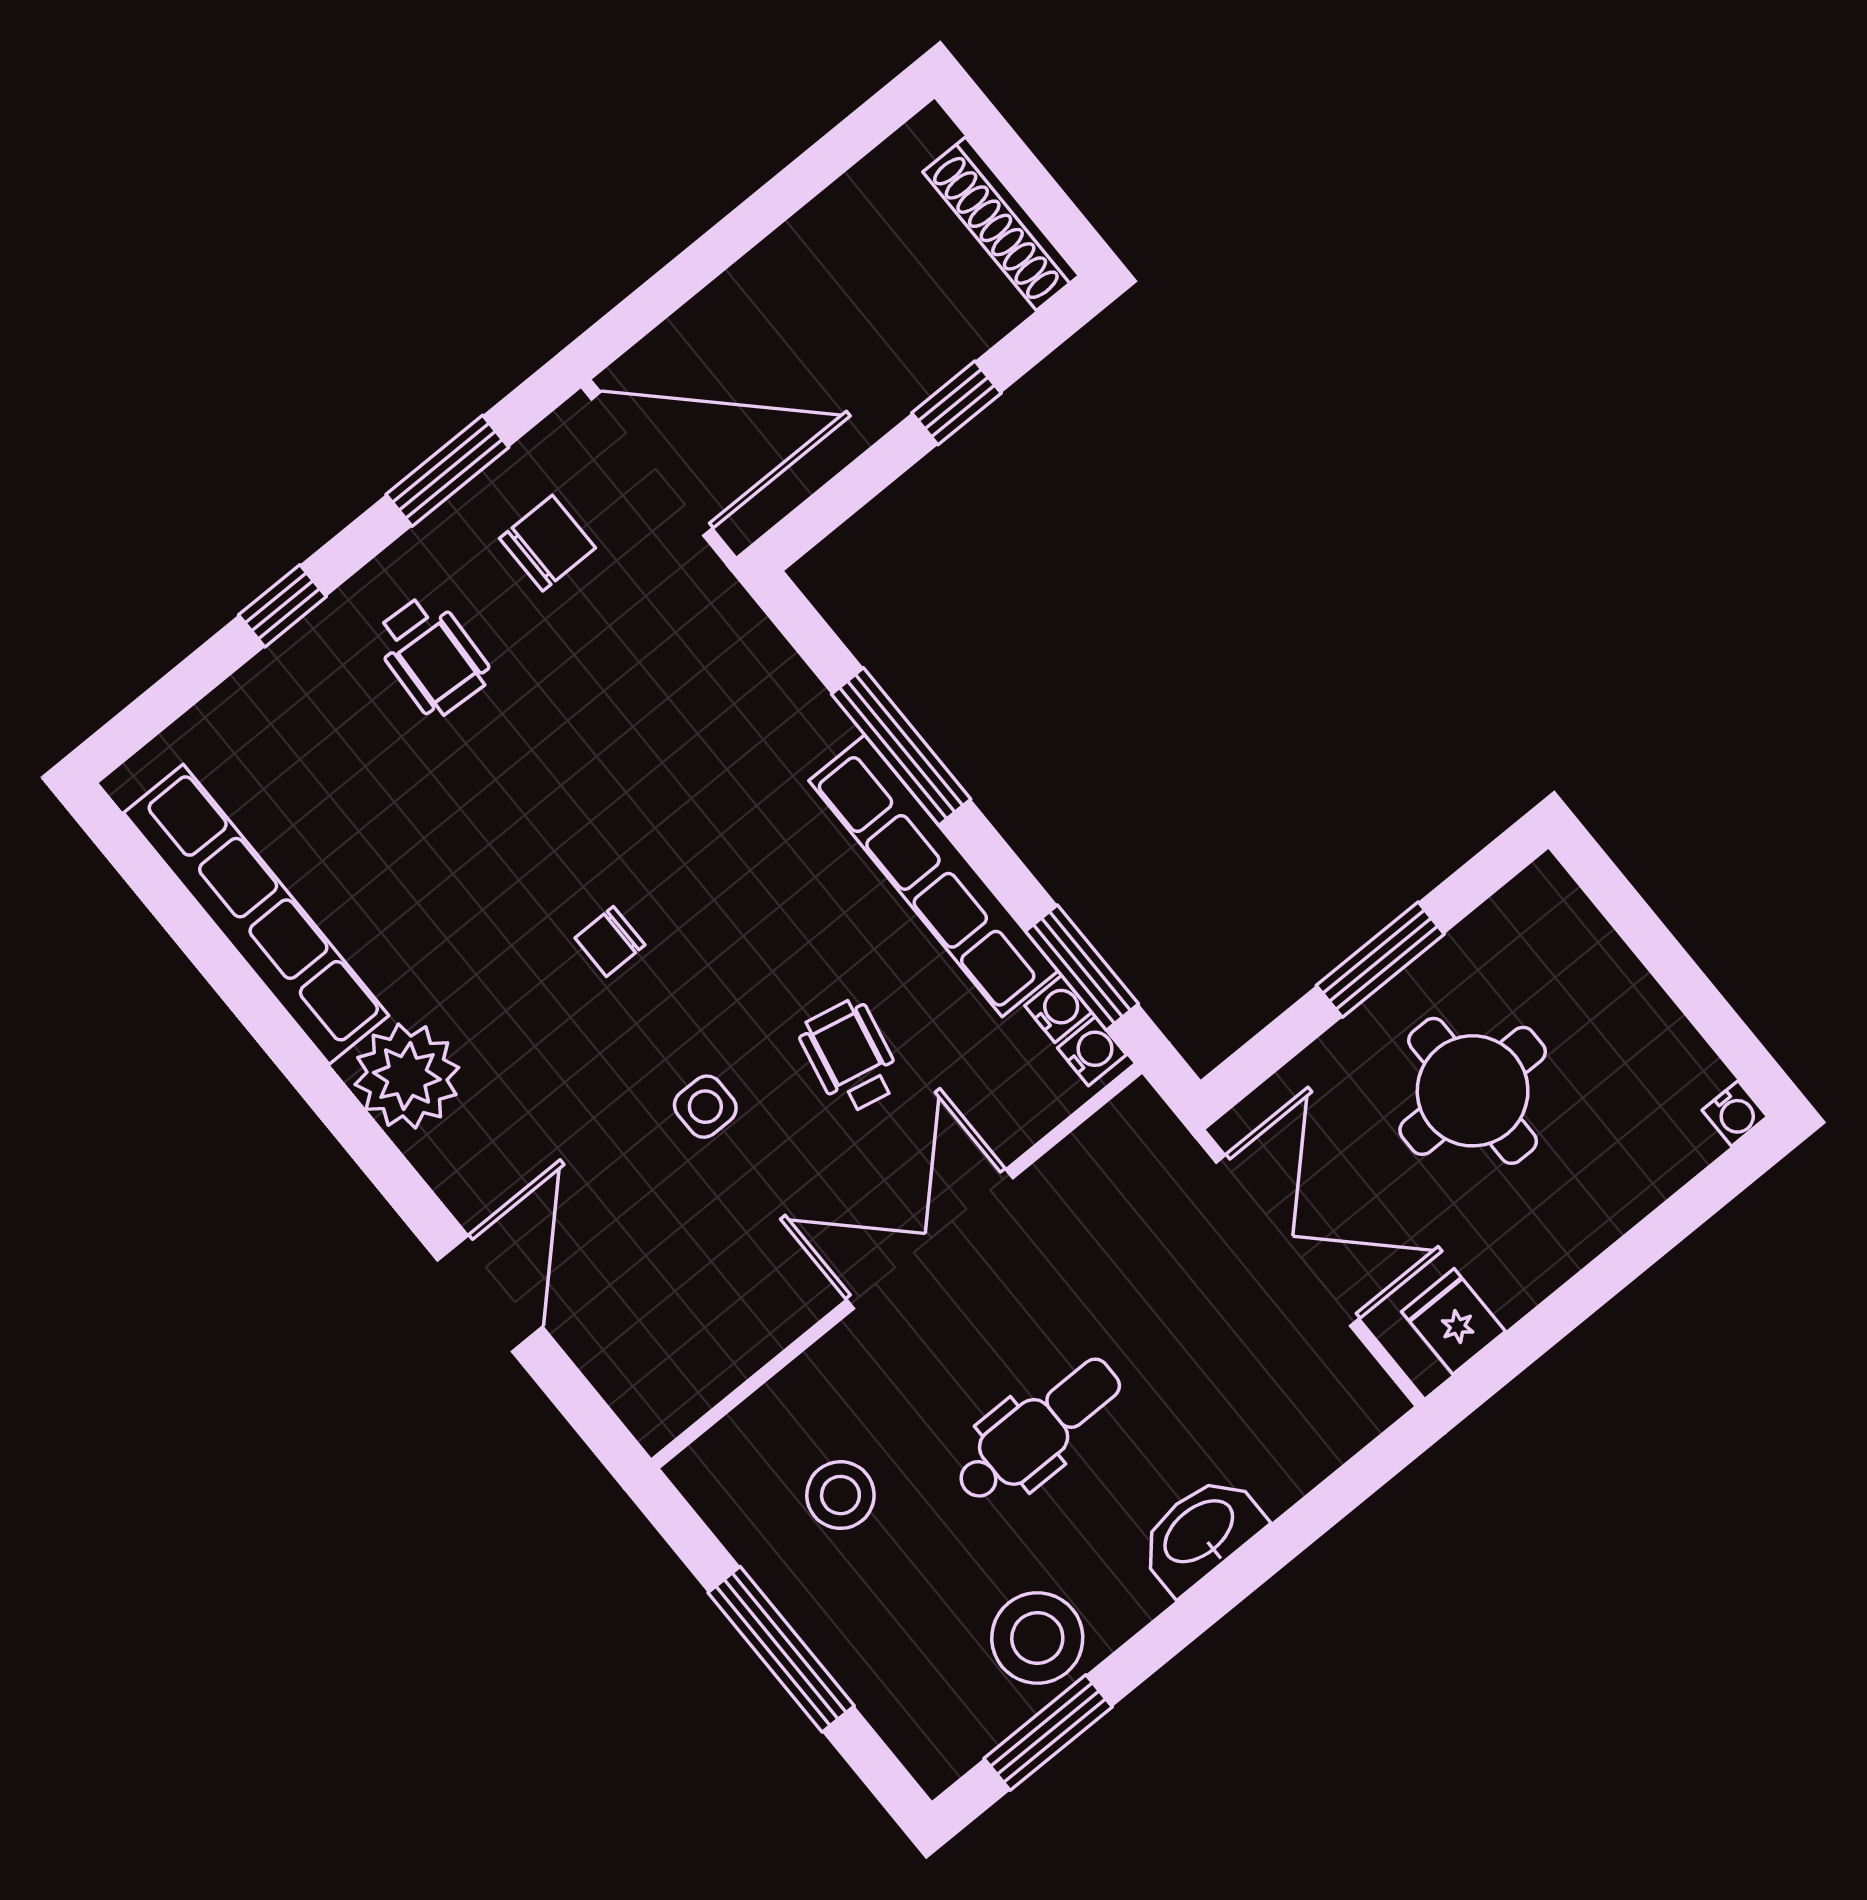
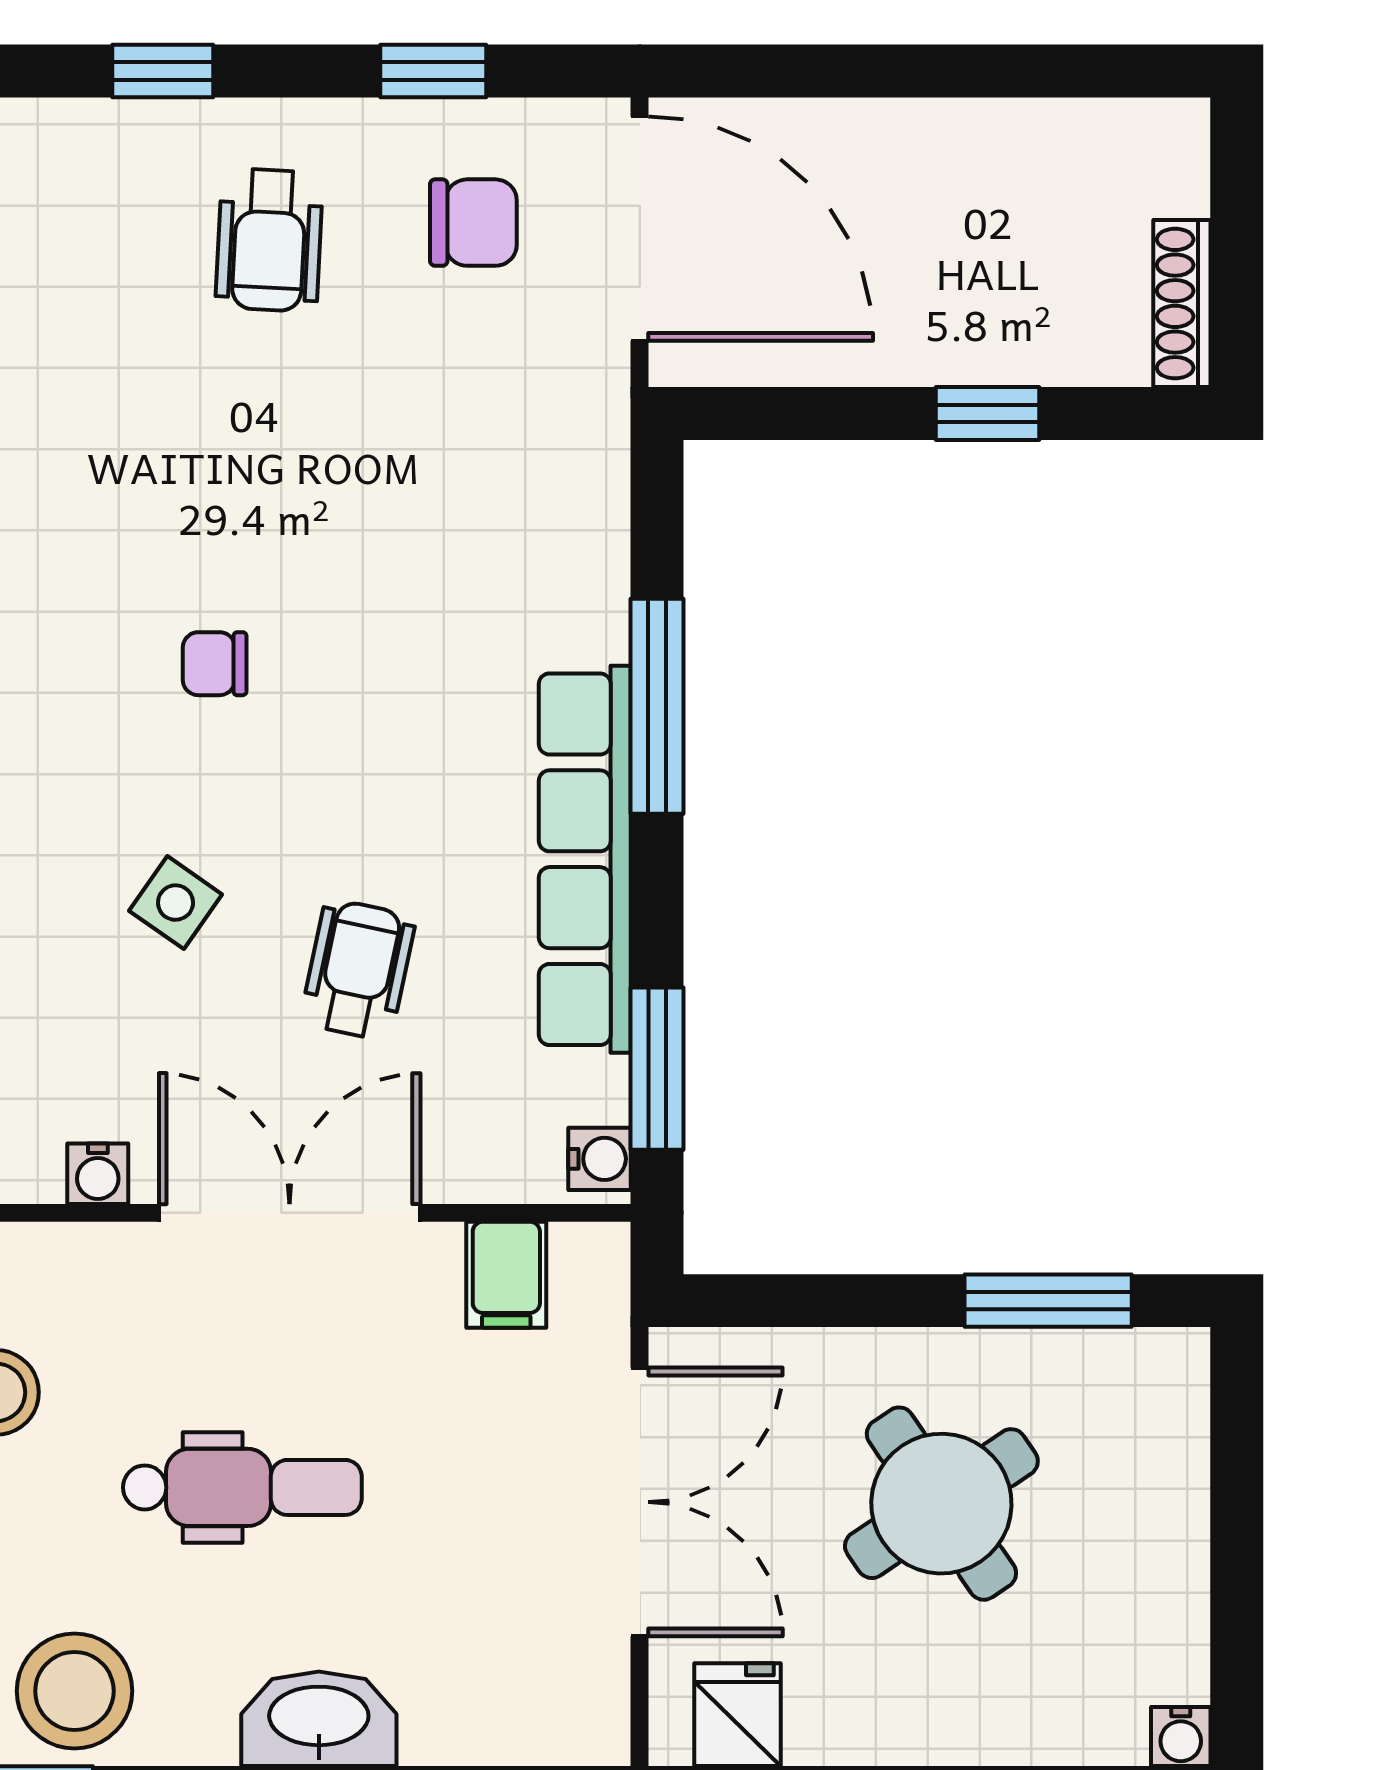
shoe rack: (1001, 224) -> (1182, 304), width x0.74, depth x0.81
window: (447, 471) -> (433, 71), width x0.67
window: (1380, 960) -> (1048, 1301), moved
water cooler: (1058, 1009) -> (98, 1174), moved, turned 90
round table: (1473, 1091) -> (941, 1504), turned -34
side table: (705, 1107) -> (176, 903), turned 35
filing cabinet: (1093, 1169) -> (506, 1275), added

